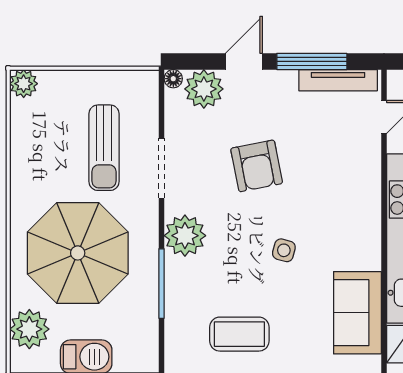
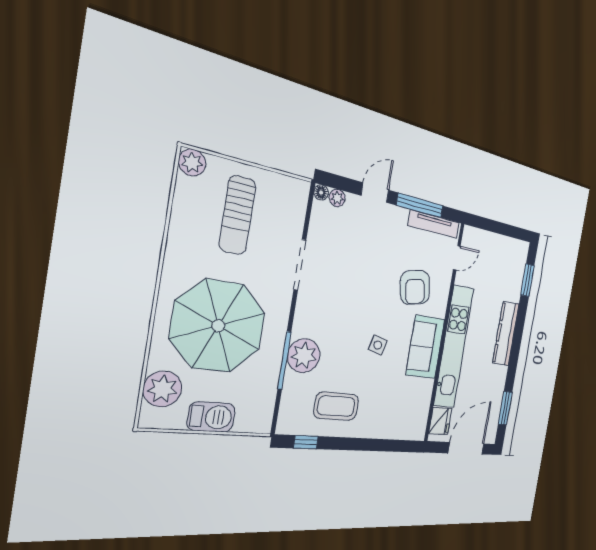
plant: (204, 89) -> (337, 198), width x0.53, depth x0.53
sun lounger: (104, 148) -> (237, 215), moved
armchair: (257, 166) -> (415, 287), moved
plant: (185, 236) -> (304, 356), moved
sofa: (357, 313) -> (425, 347), moved

